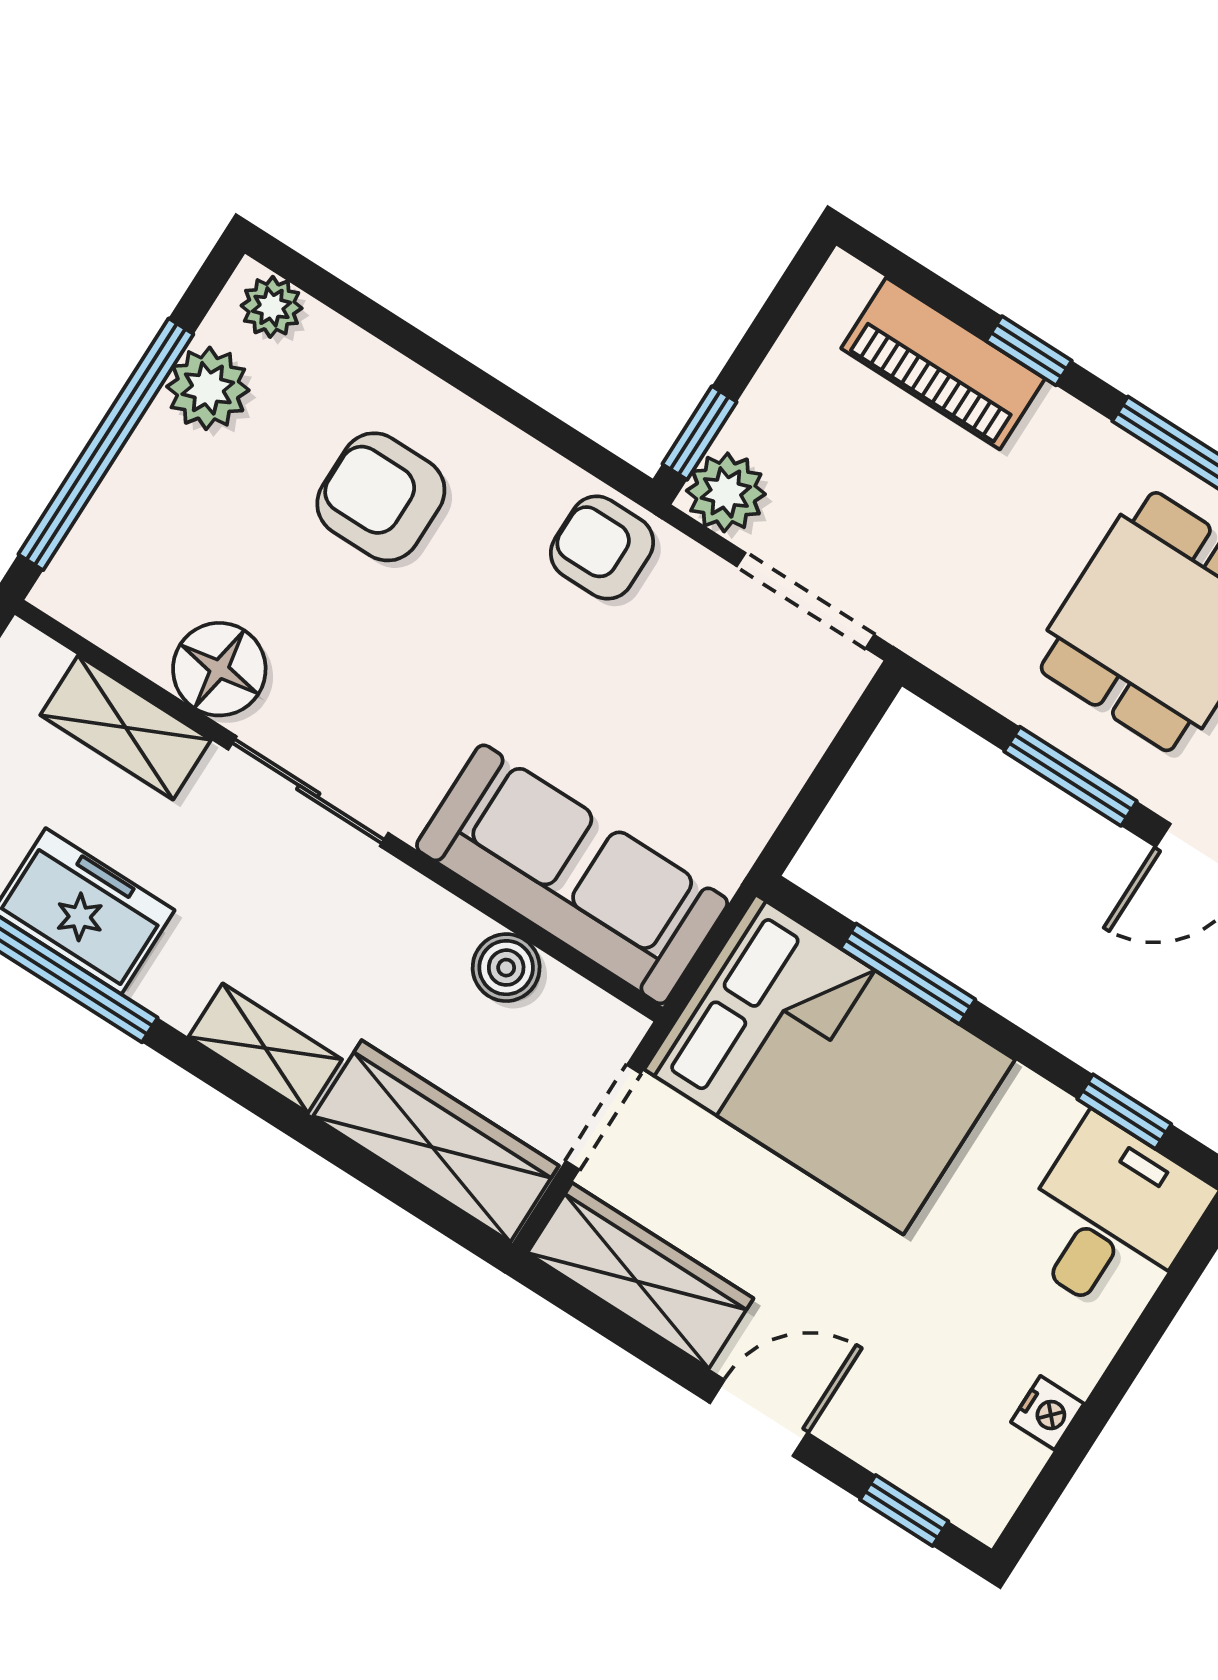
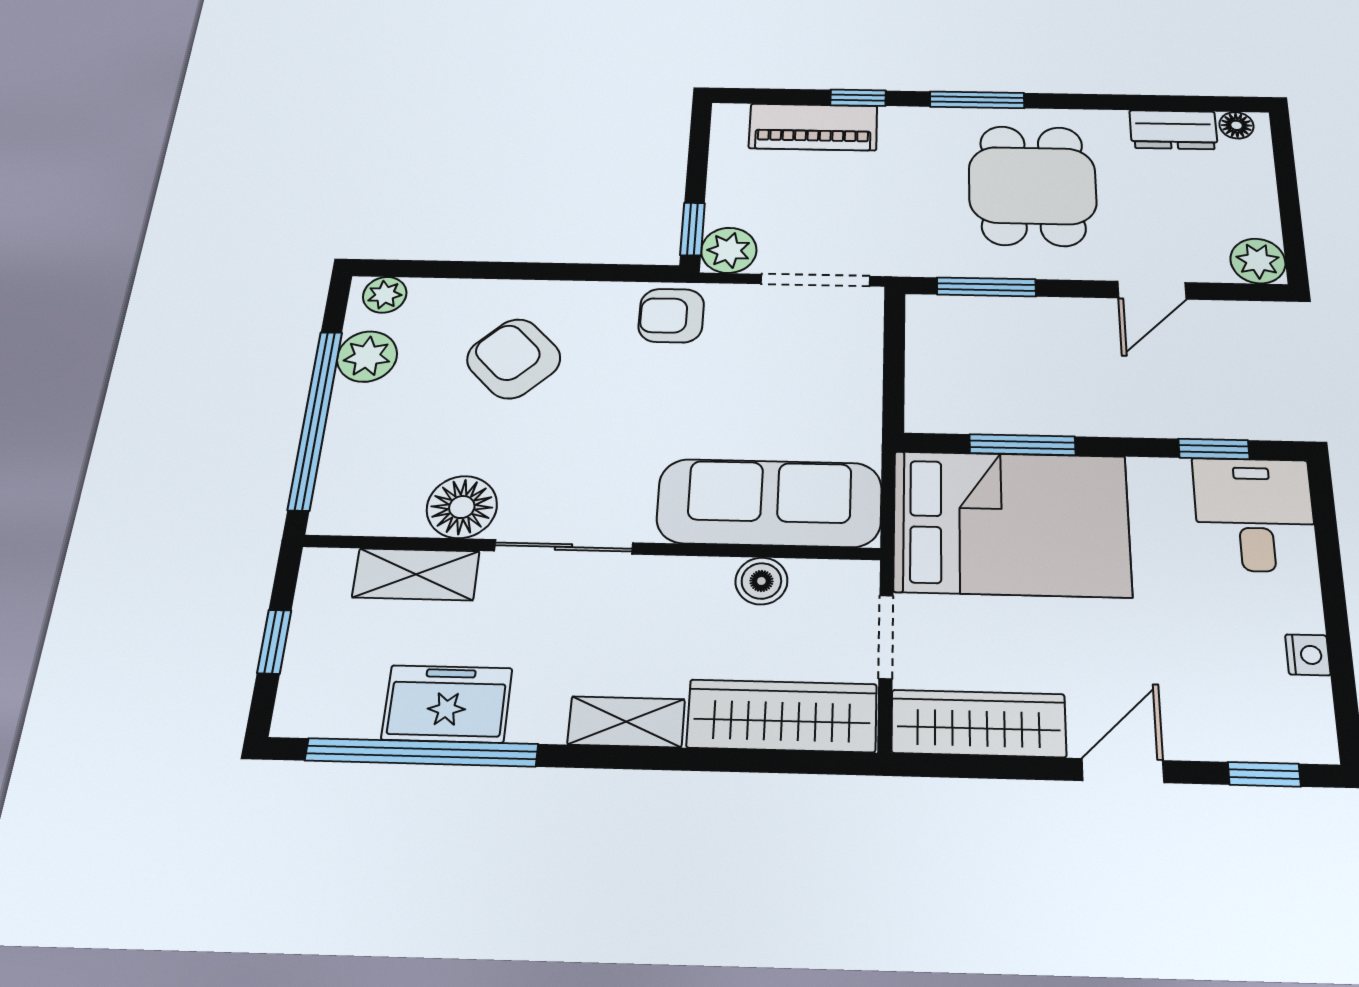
armchair: (381, 497) -> (514, 359), turned 46
window: (1071, 776) -> (986, 287), moved

